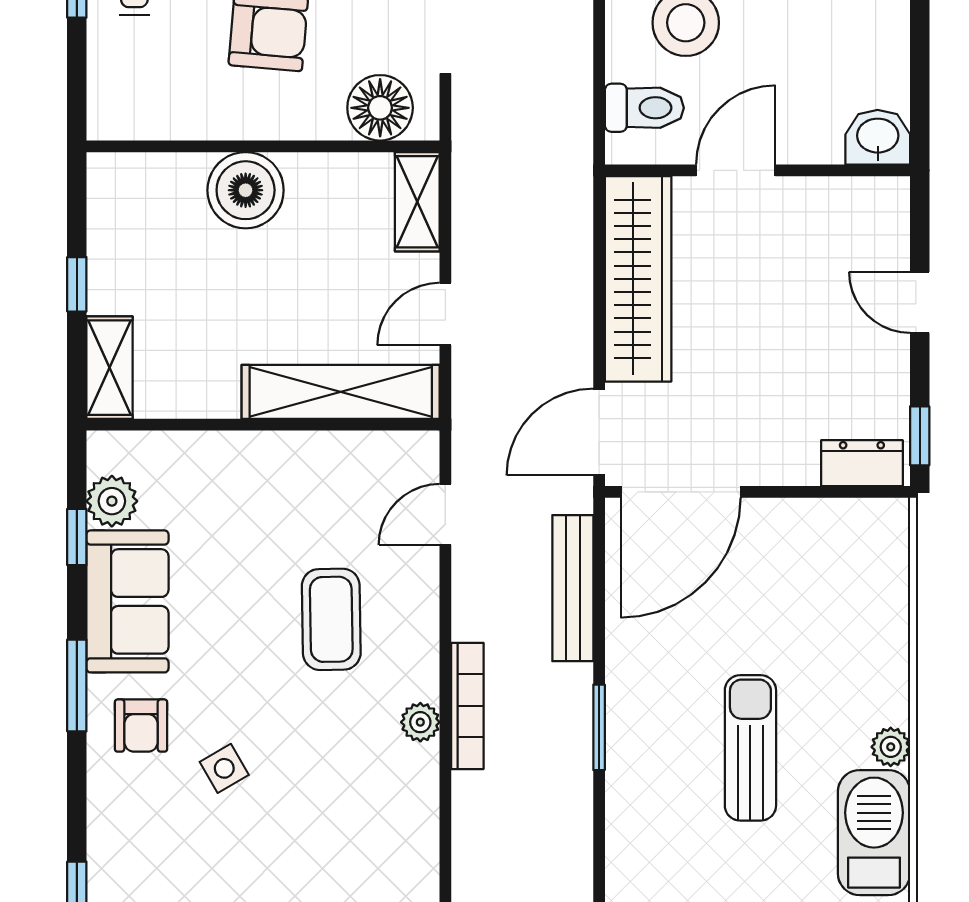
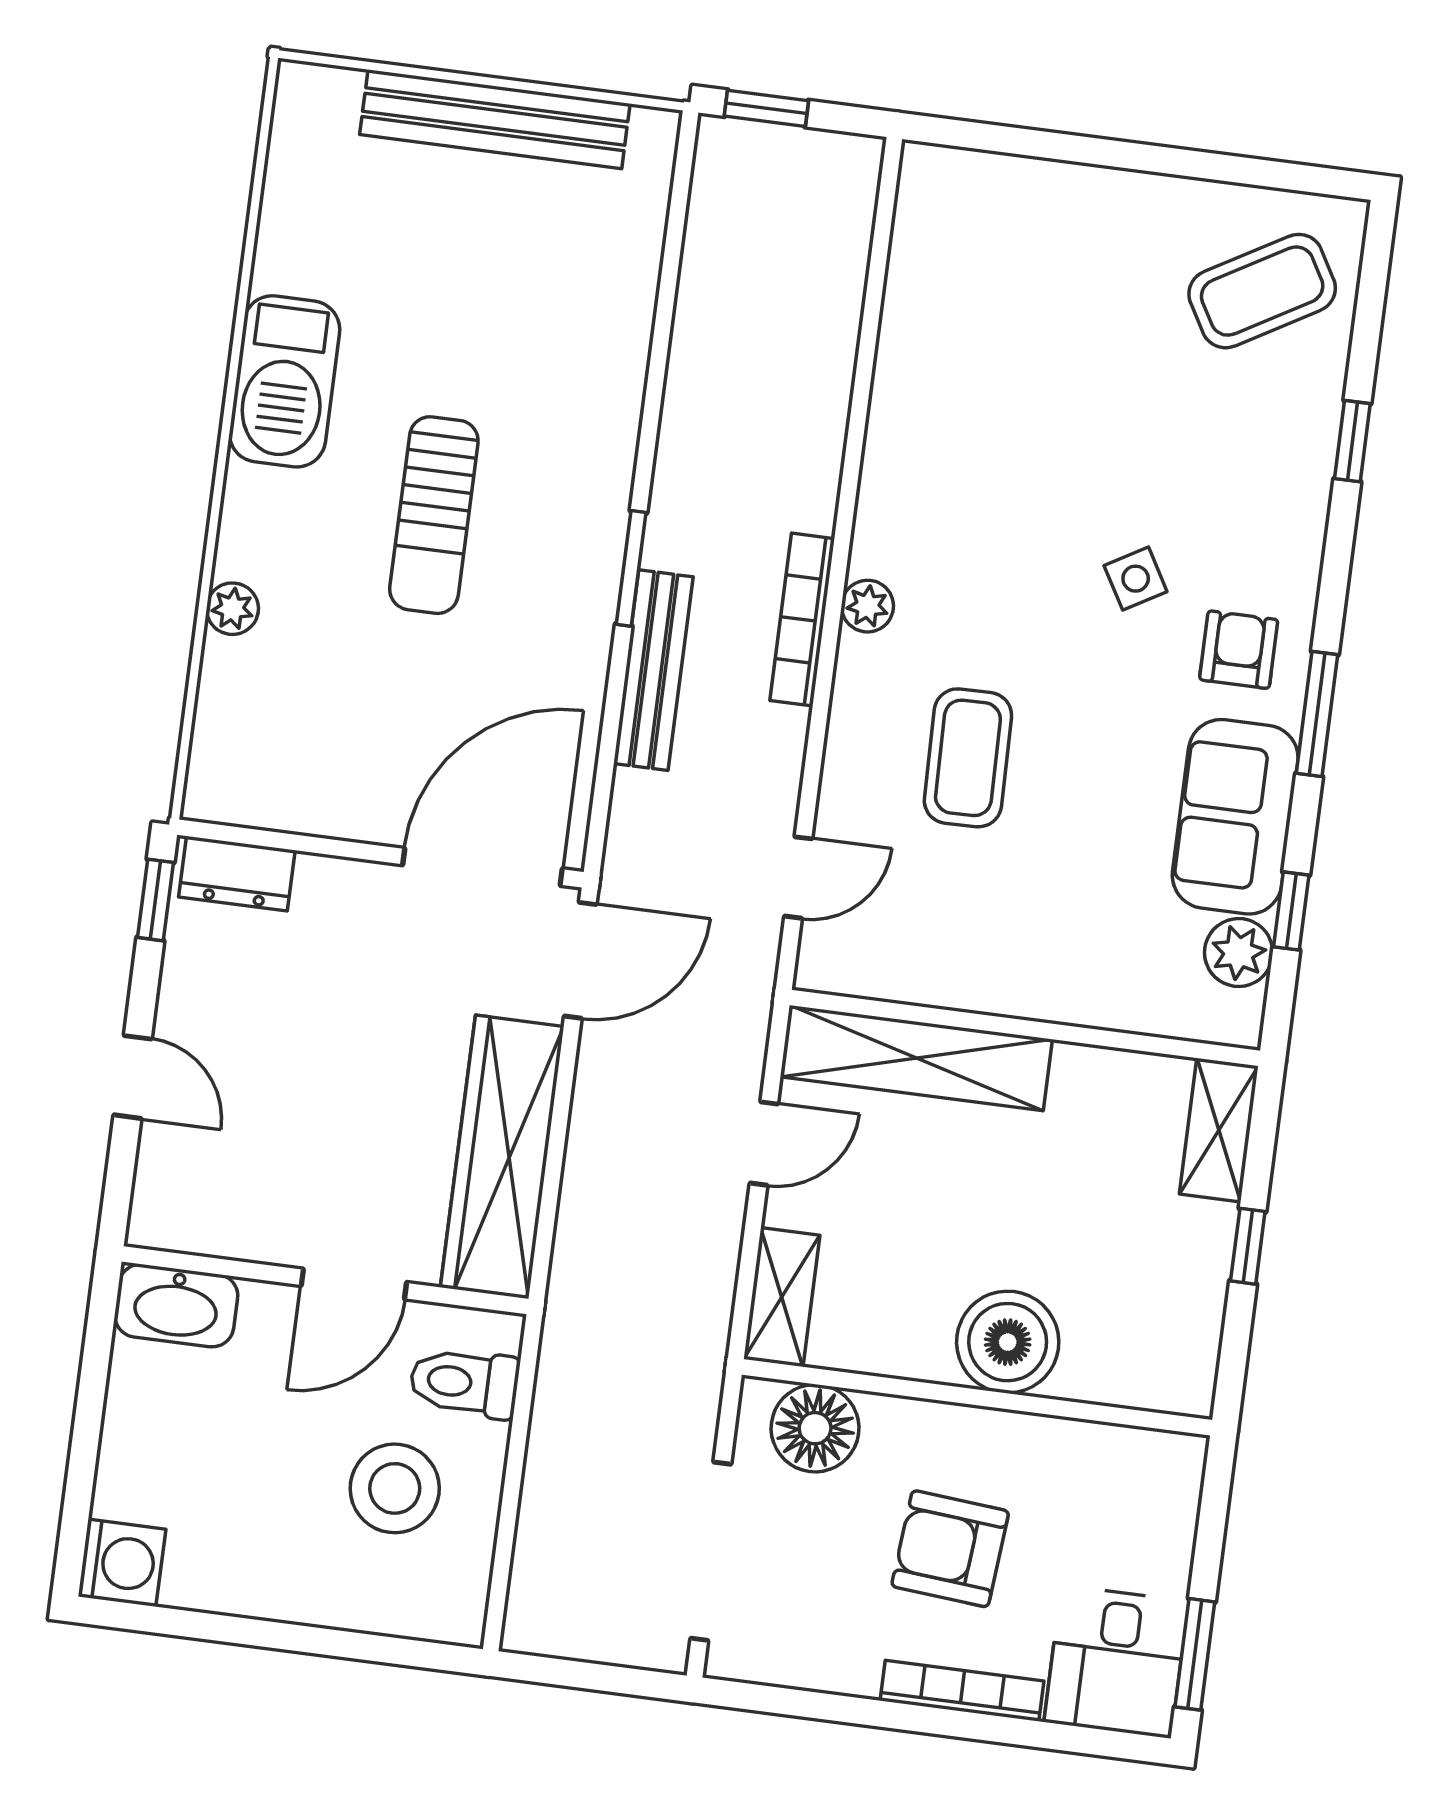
washbasin: (878, 137) -> (176, 1306), width x1.38
bench: (573, 588) -> (653, 670), moved
plant: (891, 747) -> (232, 609), moved

